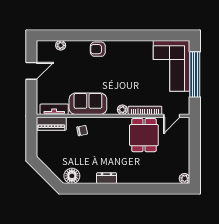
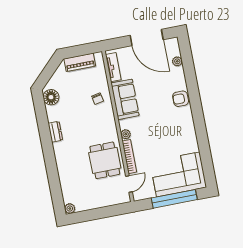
armchair: (98, 49) -> (181, 99), turned -90
door: (31, 71) -> (147, 37), width x1.87
door: (172, 116) -> (129, 184), swing flipped
piano: (51, 124) -> (80, 62), moved, turned -90
dining table: (144, 135) -> (105, 160), turned 90

